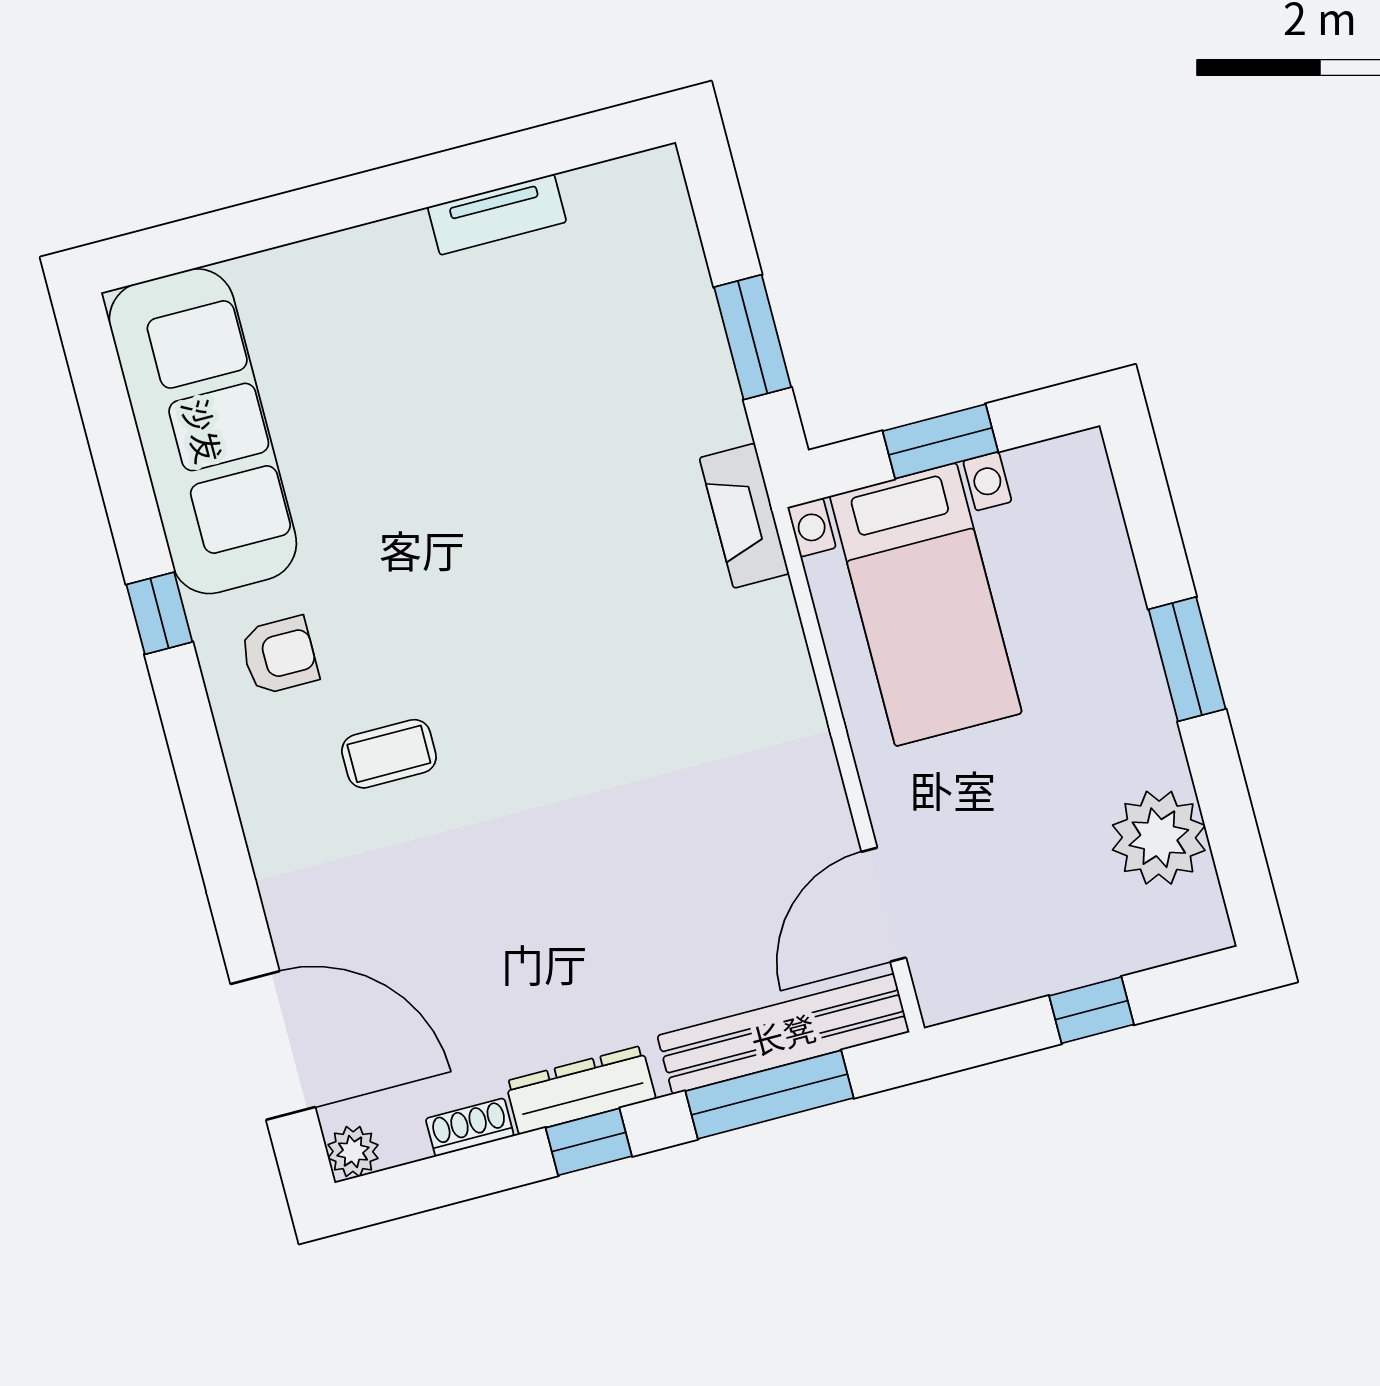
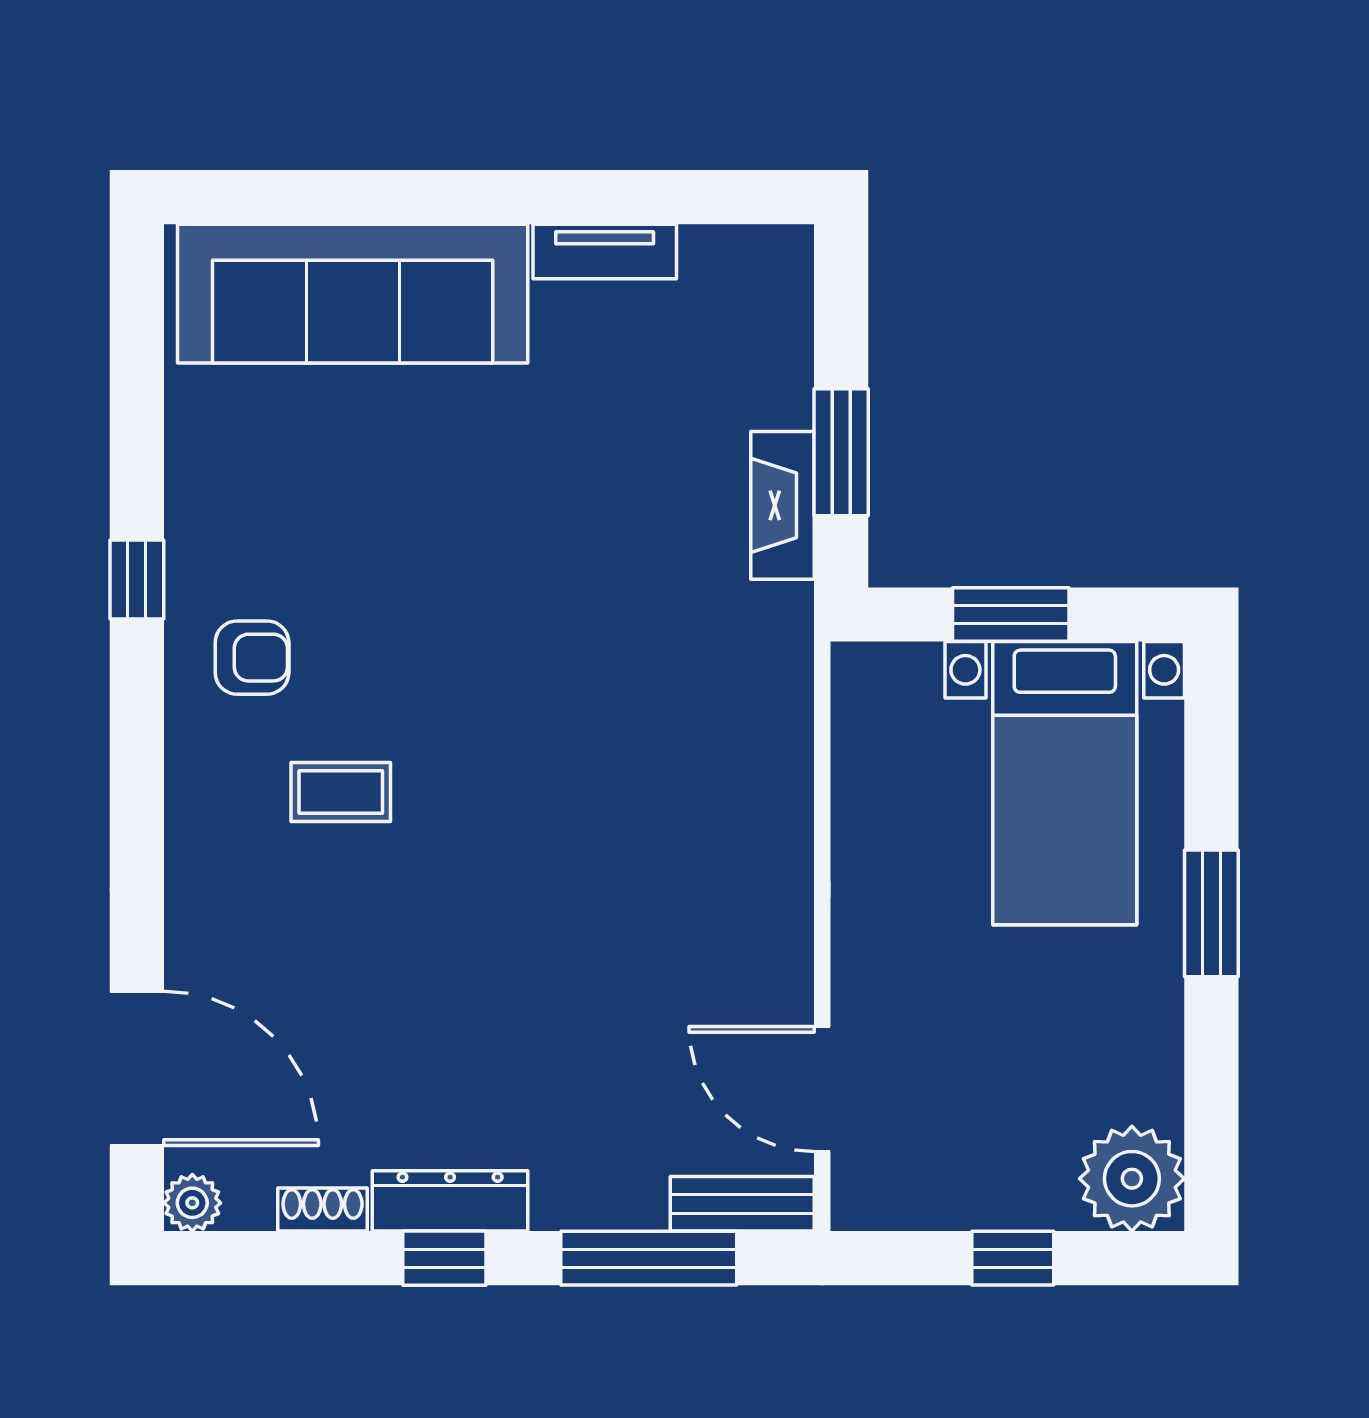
sofa: (203, 431) -> (353, 294), moved, turned 90
fireplace: (744, 516) -> (783, 505), moved
bed with nightstands: (926, 605) -> (1065, 783), moved
plant: (1159, 838) -> (1132, 1179), moved
door: (884, 905) -> (822, 1089), hinge flipped
bench: (783, 1034) -> (742, 1204), width x0.54, depth x0.82

